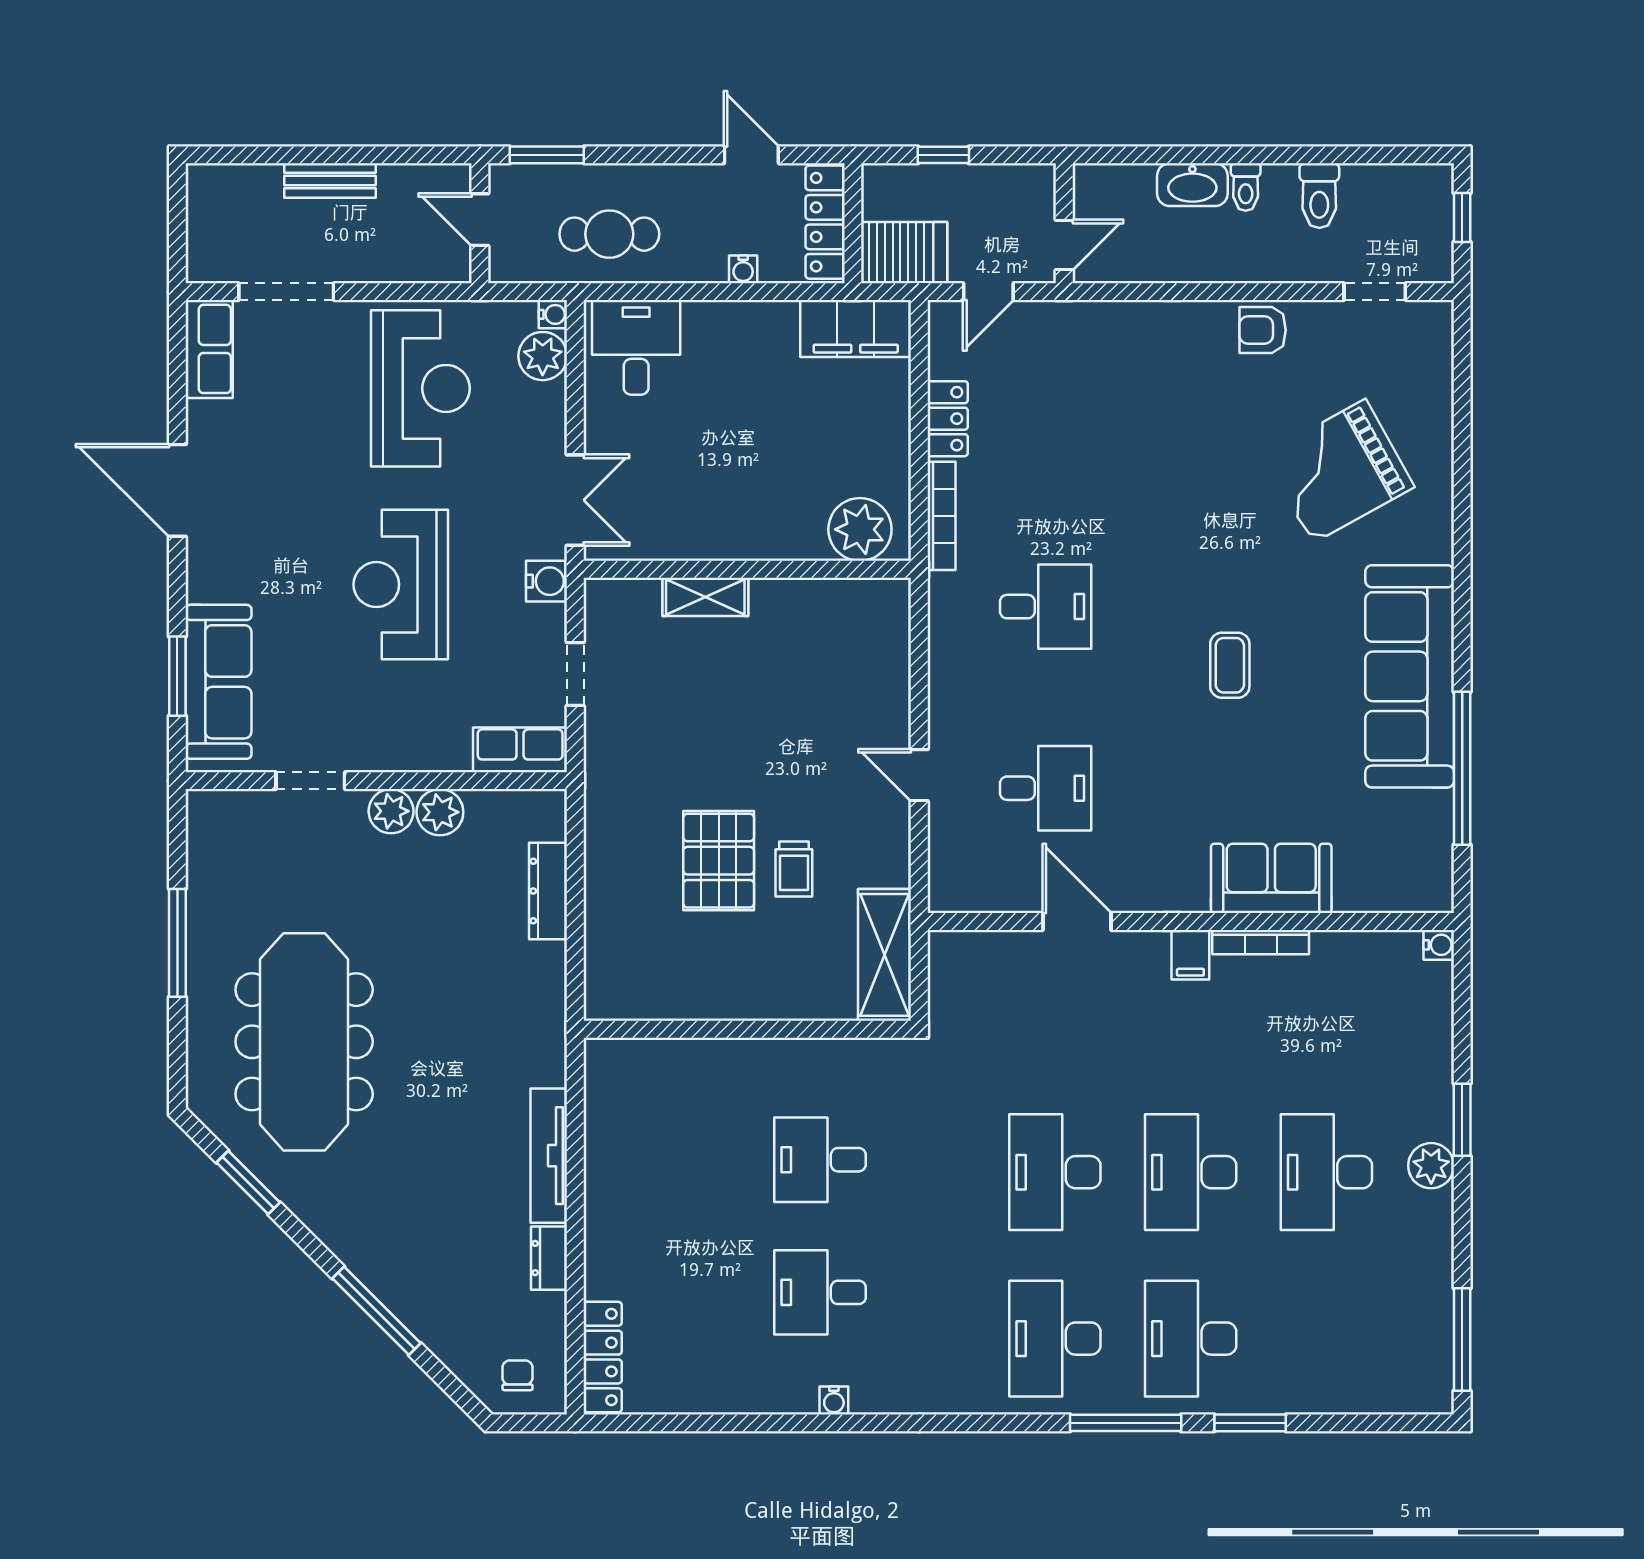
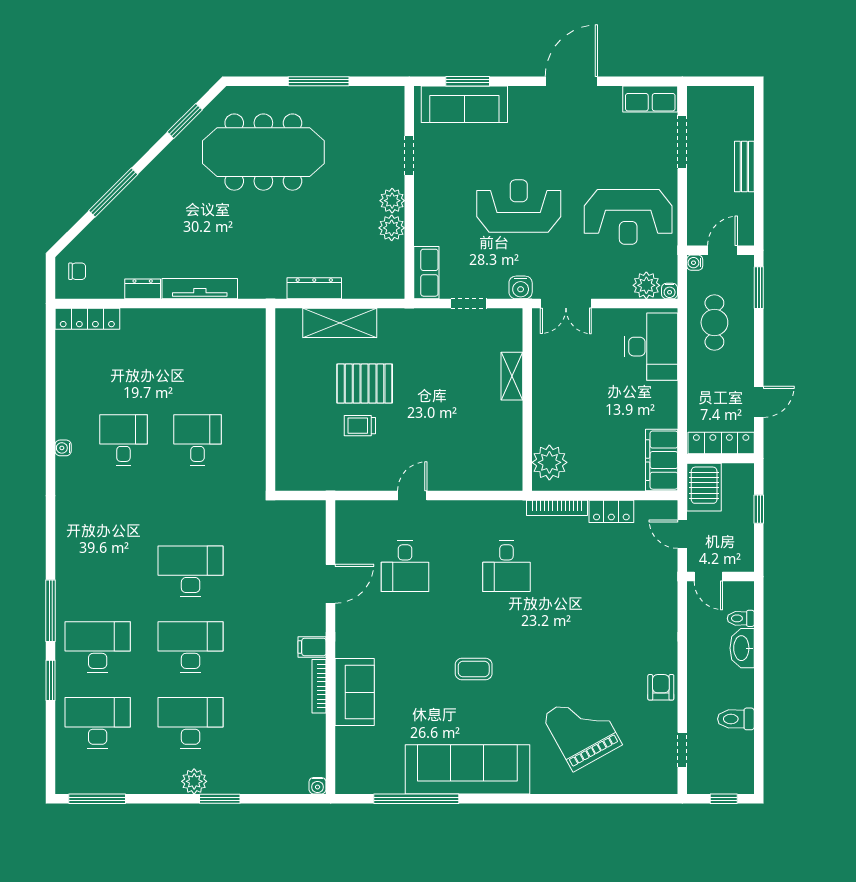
toilet: (1246, 187) -> (741, 618), moved
water cooler: (743, 269) -> (695, 263), moved
desk: (636, 347) -> (651, 347), width x1.37
dresser: (548, 891) -> (314, 288), moved
shelving: (885, 955) -> (340, 323), moved
desk: (1055, 1339) -> (98, 723), moved

